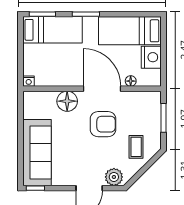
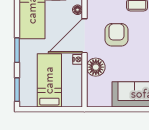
bed: (53, 30) -> (49, 80), moved
nightstand: (29, 81) -> (78, 59), moved

